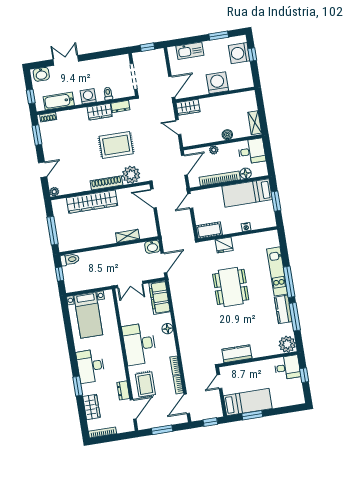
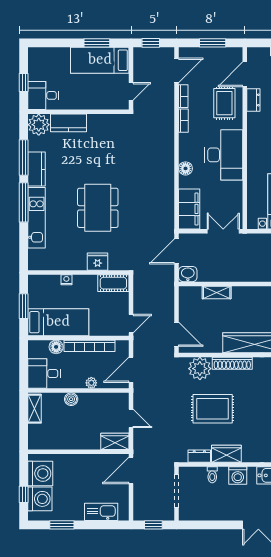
washing machine: (217, 83) -> (40, 473), moved, turned -90
kitchen counter: (237, 354) -> (68, 123), moved

